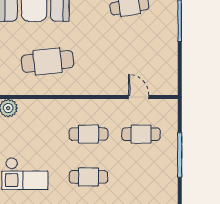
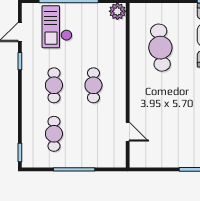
door: (139, 97) -> (128, 132), hinge flipped
cafe table: (141, 134) -> (54, 134), moved

